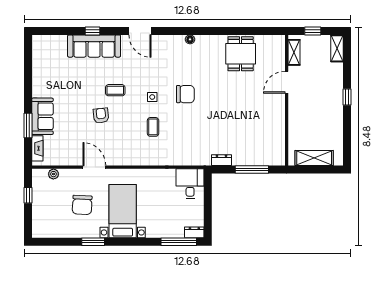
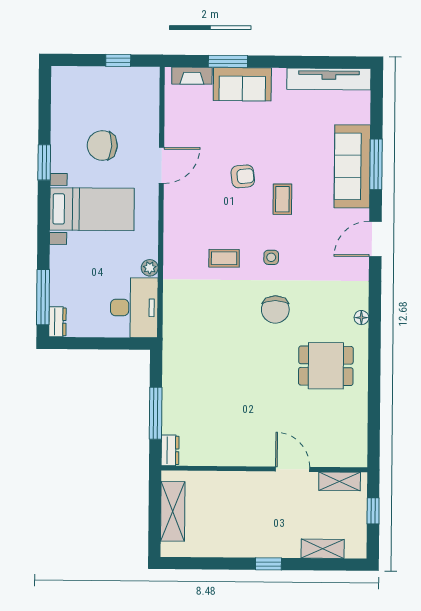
window: (93, 31) -> (376, 164), width x2.17
shelving: (337, 48) -> (323, 549), moved
dining table: (241, 54) -> (326, 366), moved
tv unit: (39, 61) -> (329, 79), added
dresser: (221, 160) -> (170, 450), moved
plant: (53, 174) -> (150, 268), moved
desk: (190, 184) -> (134, 308), width x1.37

